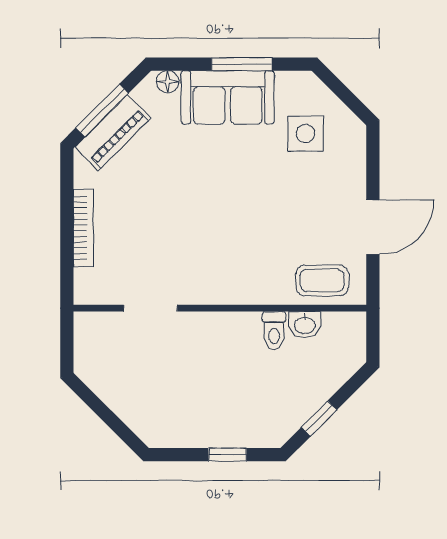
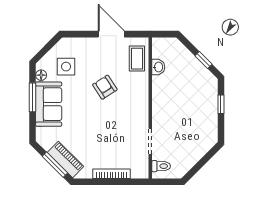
floor lamp: (168, 82) -> (41, 75), moved
armchair: (263, 214) -> (105, 87), added
toilet: (274, 331) -> (161, 166), moved

